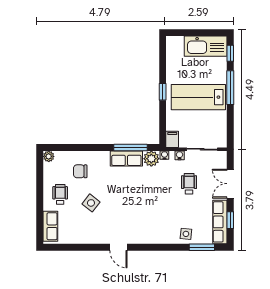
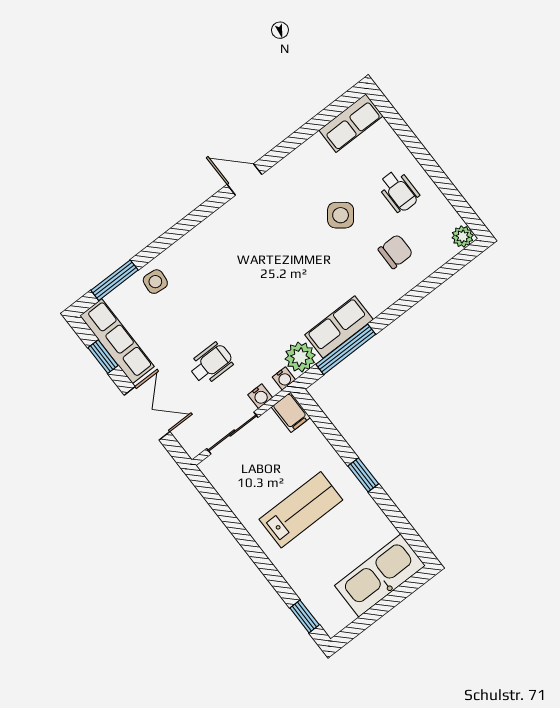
kitchen sink: (206, 46) -> (380, 576), moved
window: (230, 88) -> (263, 563), removed
lab bench: (198, 97) -> (301, 510), width x0.73, depth x0.72
wheelchair: (189, 184) -> (211, 363), turned -90
row of seats: (50, 226) -> (351, 123), moved, turned -90

